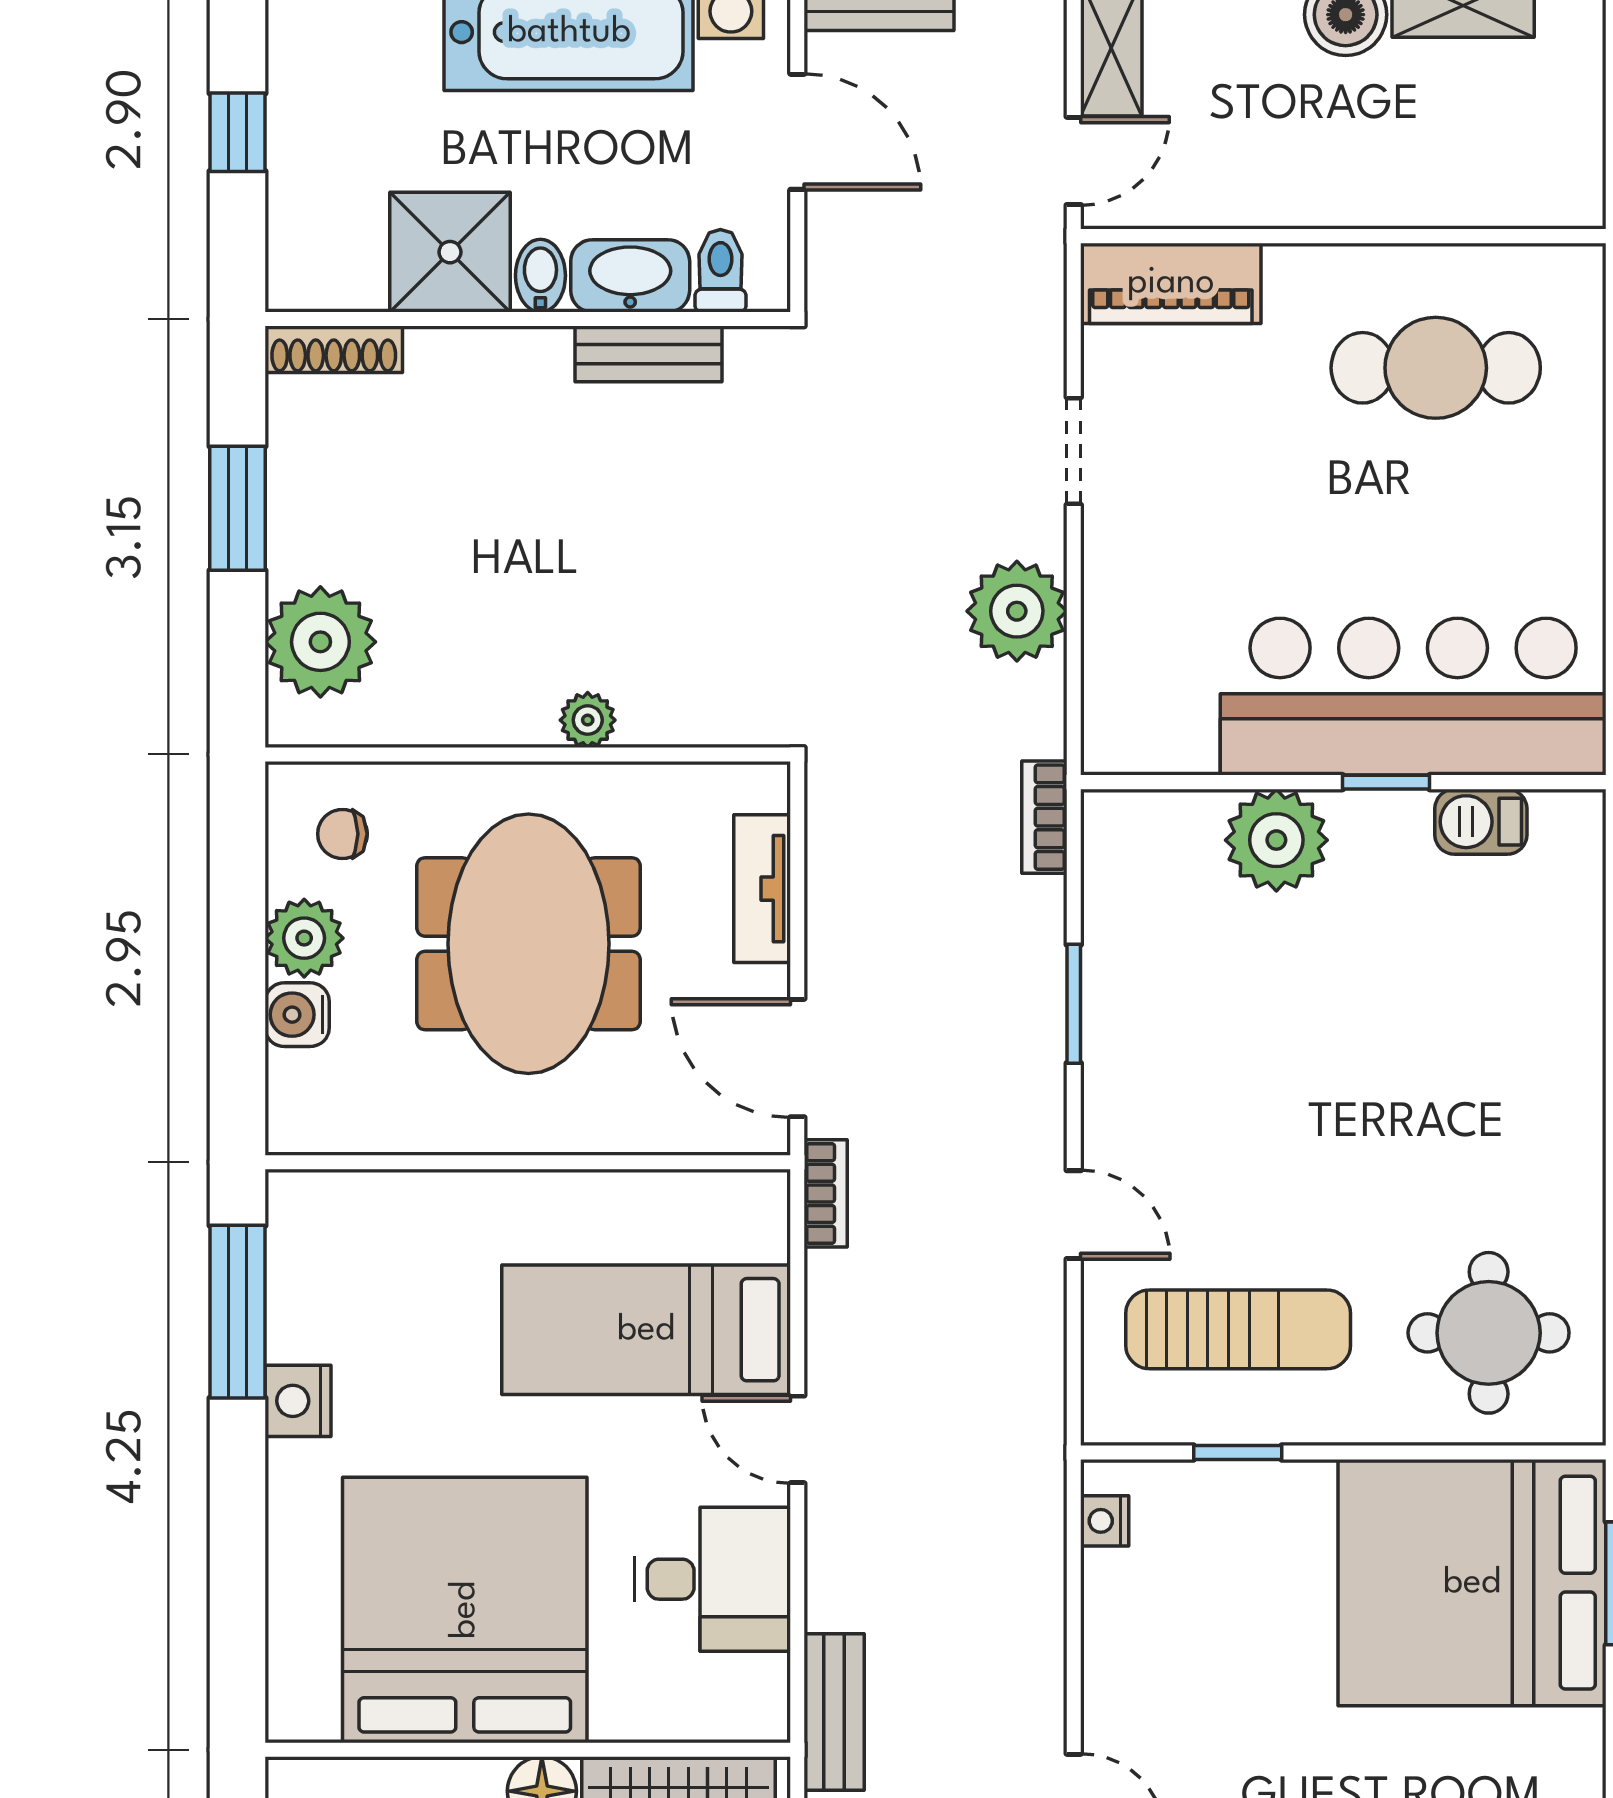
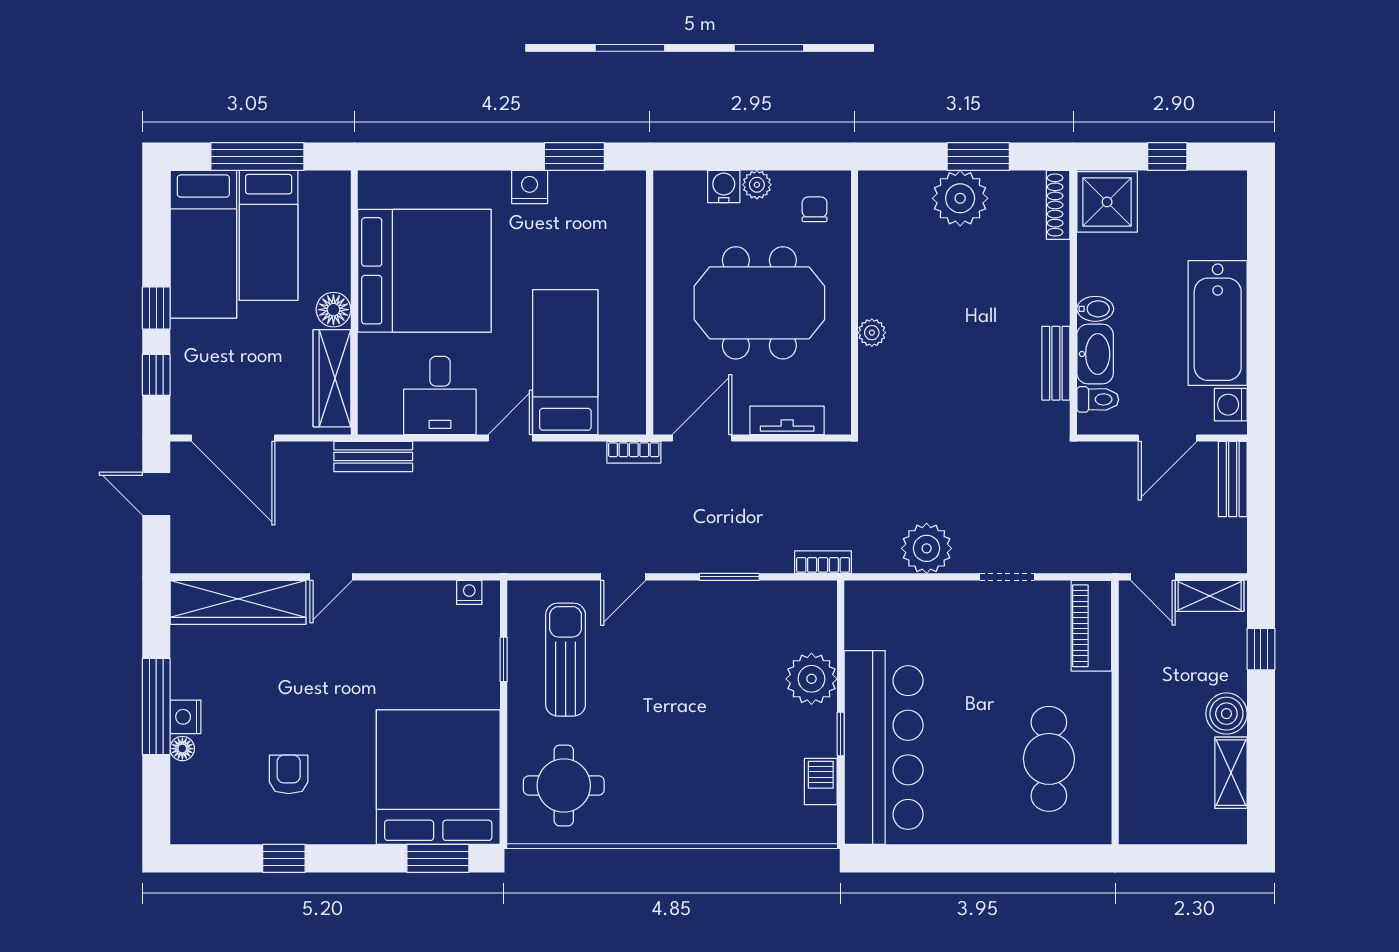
shower: (450, 252) -> (1107, 202), moved
plant: (320, 642) -> (960, 198), moved
plant: (304, 938) -> (757, 185), width x0.73, depth x0.73
window: (237, 1312) -> (574, 157), width x0.69
sun lounger: (1238, 1329) -> (566, 660), turned 180

